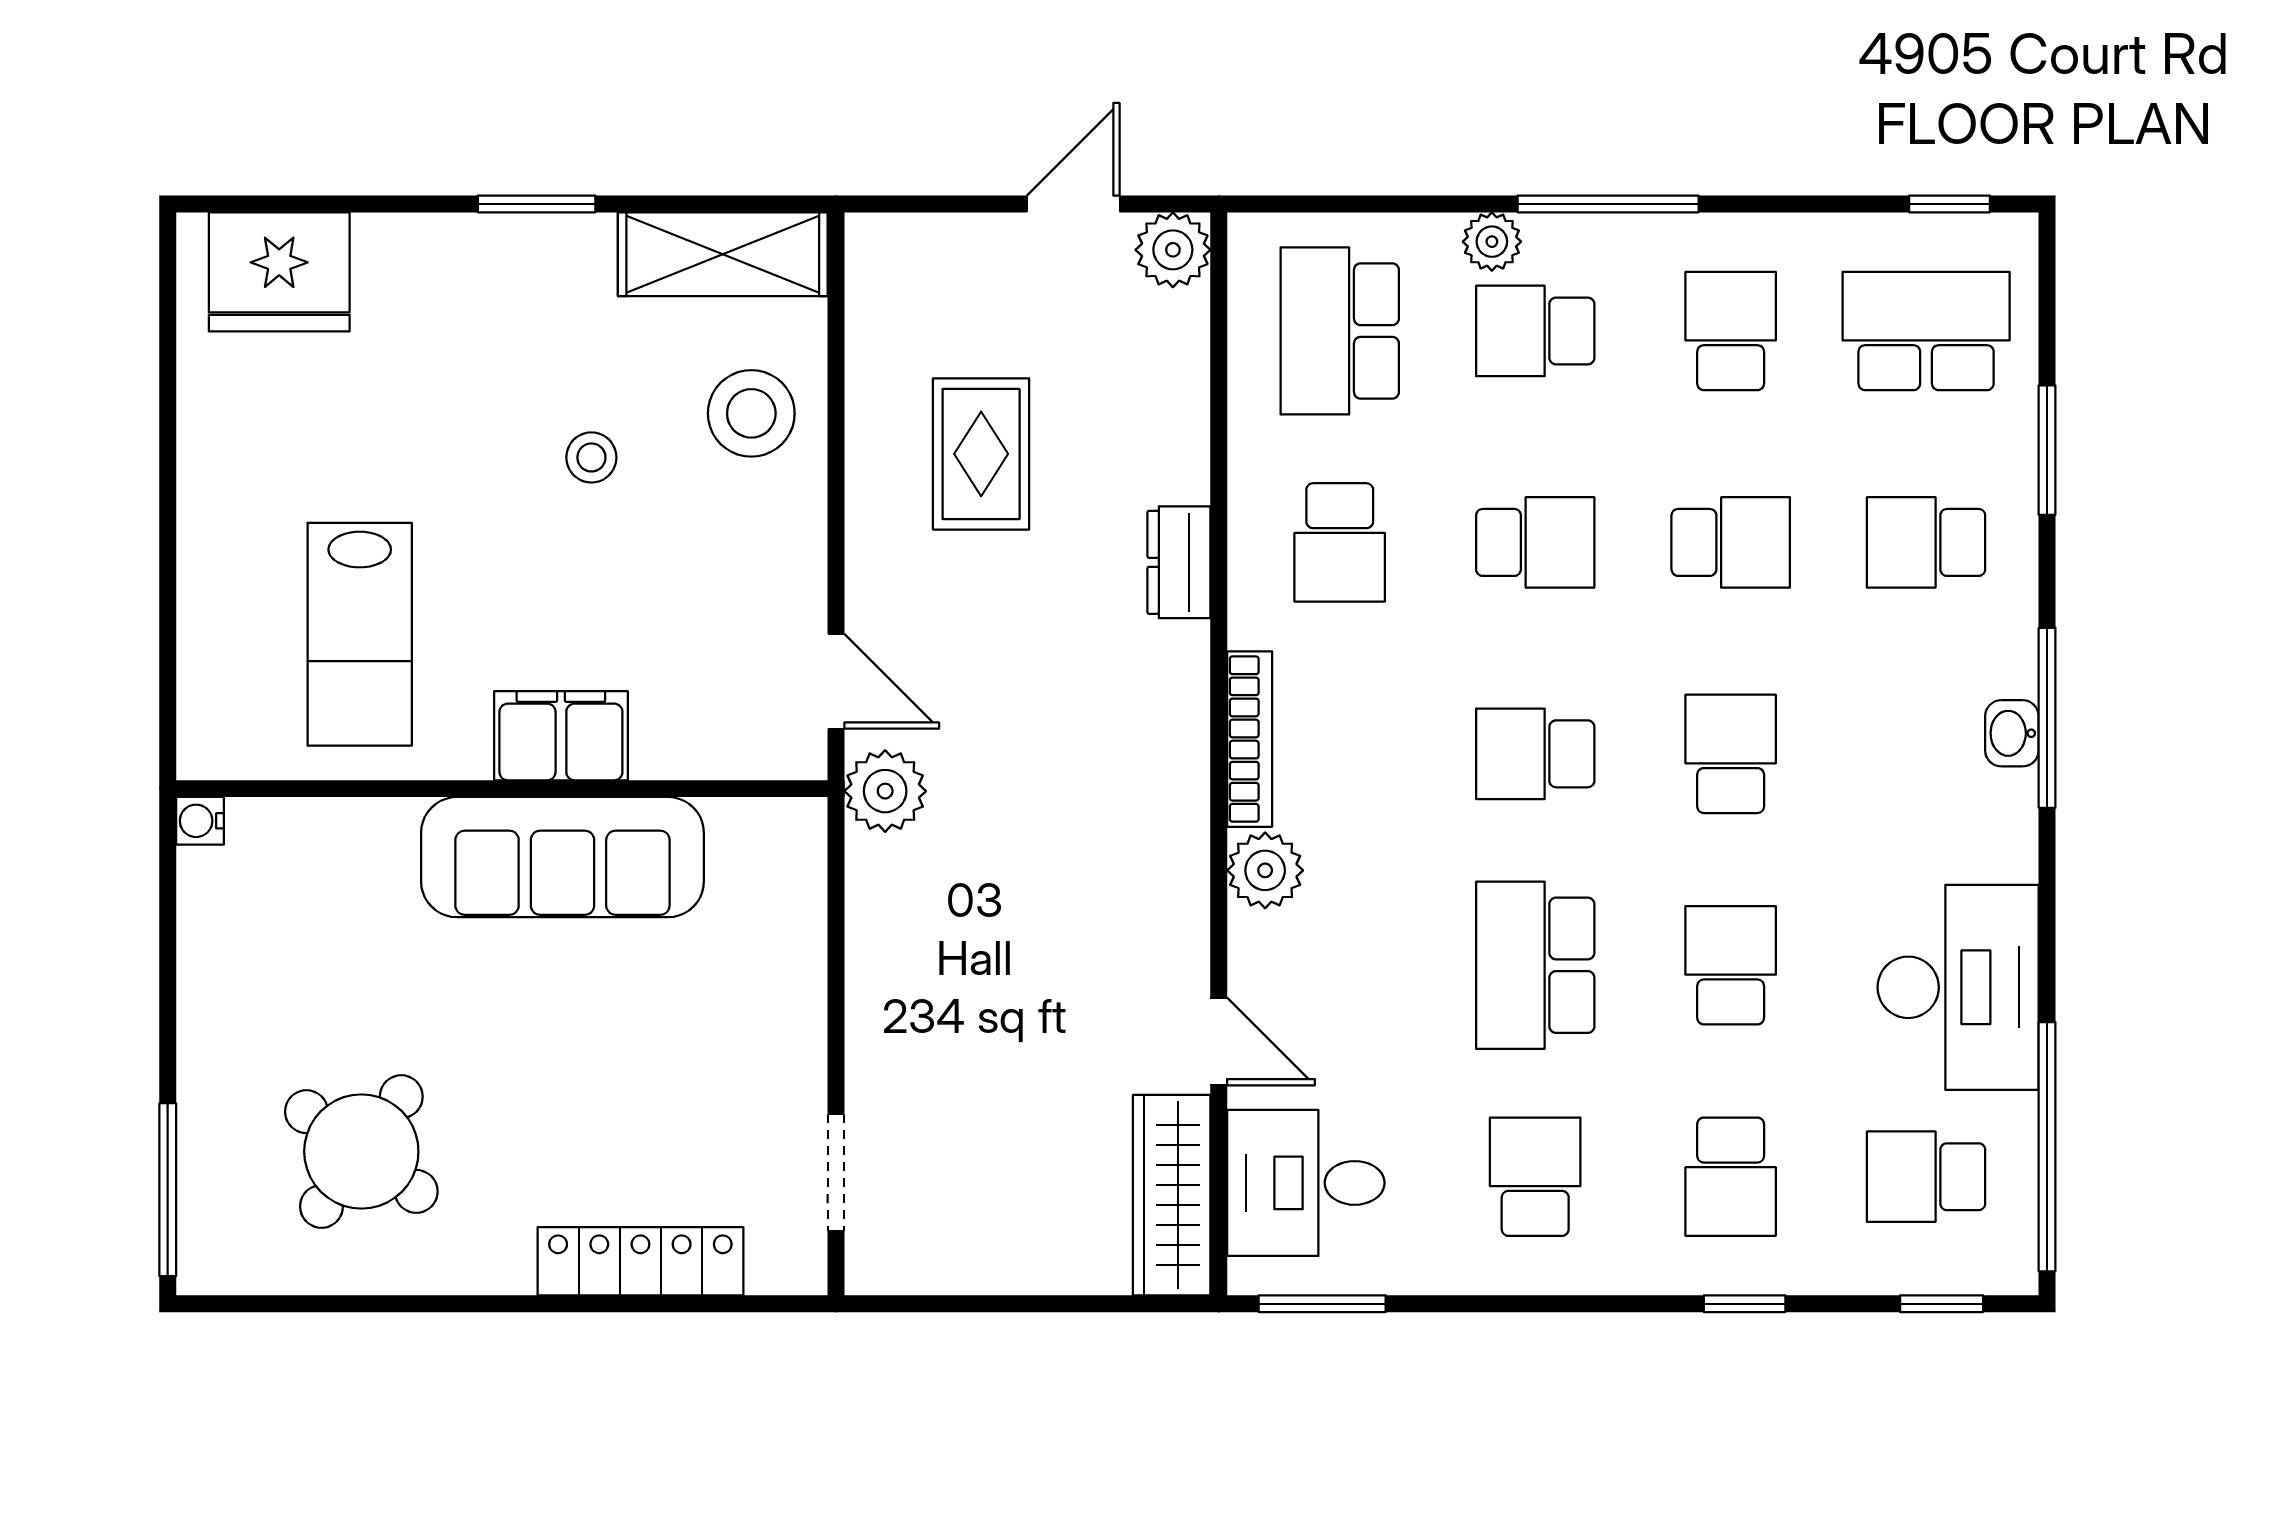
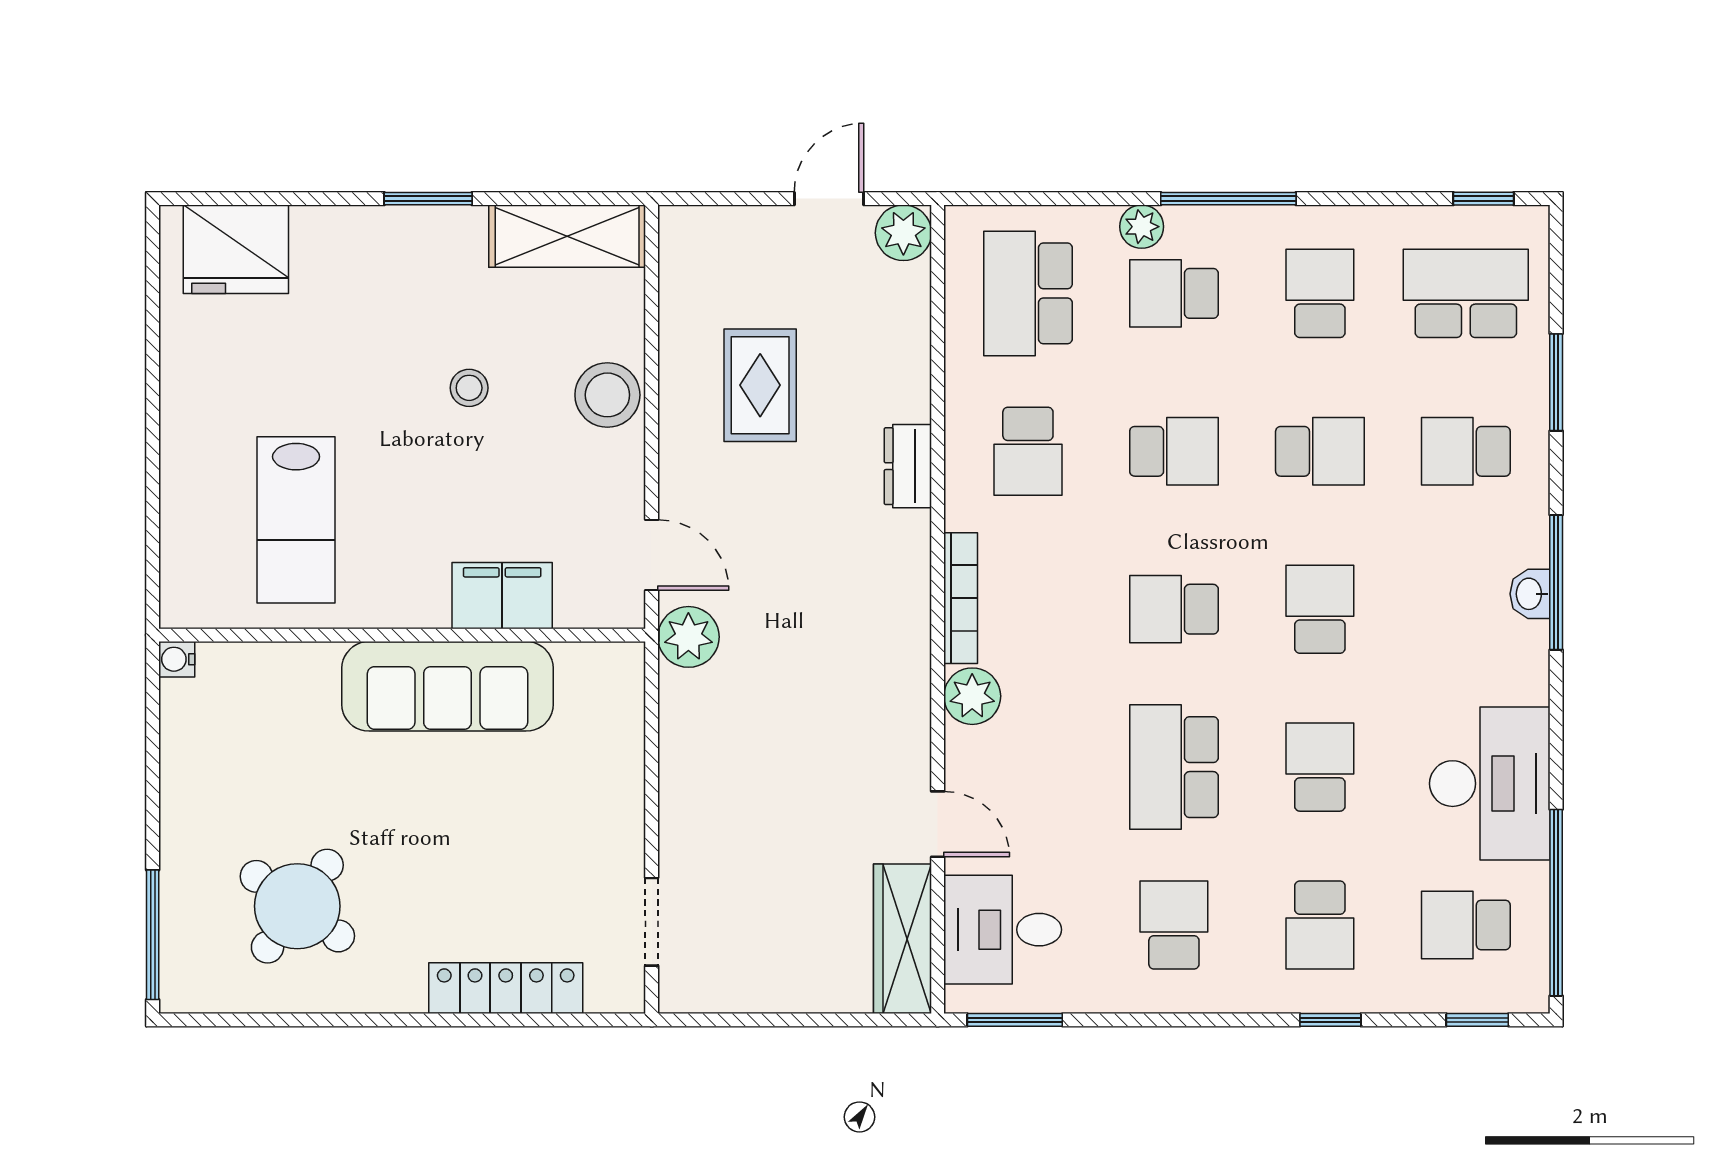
stool: (751, 413) -> (607, 395), moved
filing cabinet: (561, 736) -> (502, 596), moved

